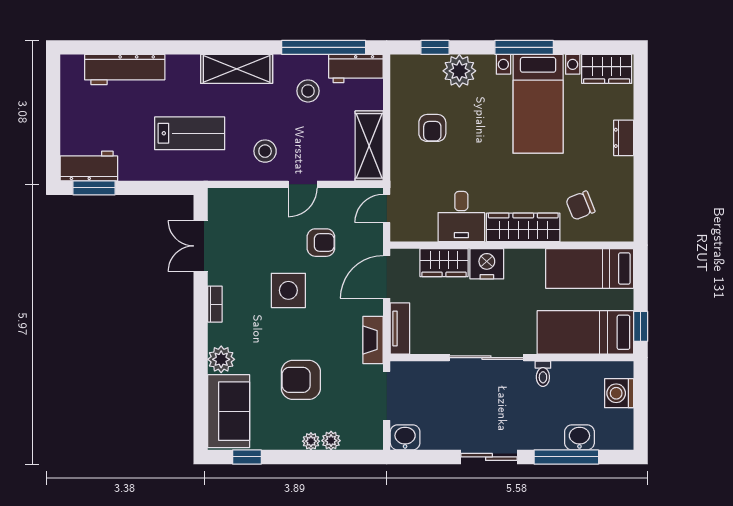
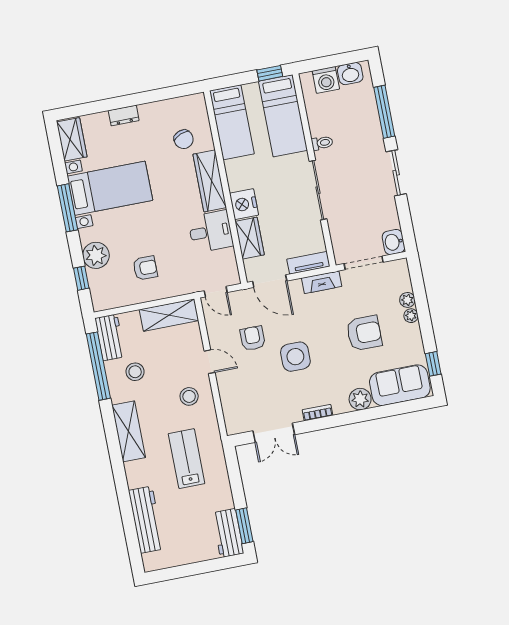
armchair: (301, 380) -> (364, 333), turned -90
washbasin: (579, 437) -> (350, 74), moved, turned -90

